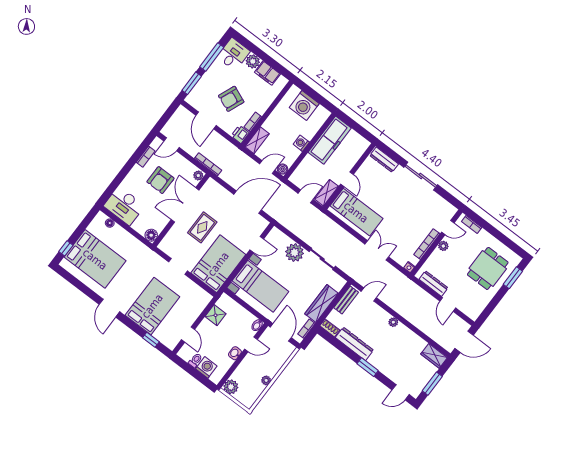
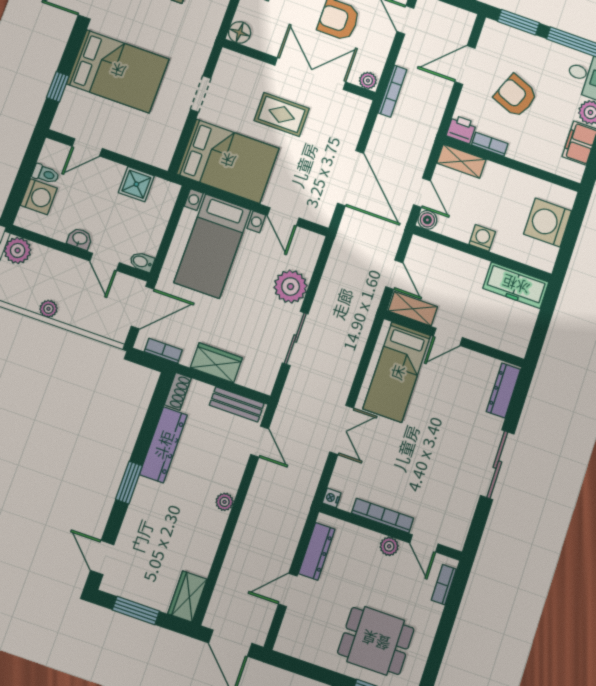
freezer: (330, 140) -> (516, 285), width x0.73, depth x0.79
wardrobe: (322, 304) -> (216, 363), width x0.67

